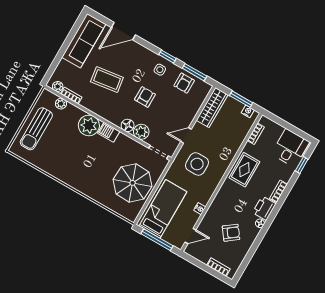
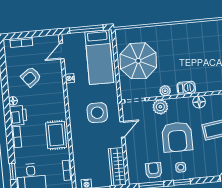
armchair: (145, 97) -> (177, 137), width x1.88, depth x1.88
plant: (89, 125) -> (165, 91), moved, width x0.53, depth x0.53
floor lamp: (128, 125) -> (199, 102), moved

